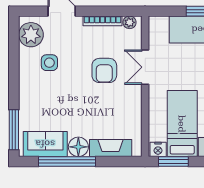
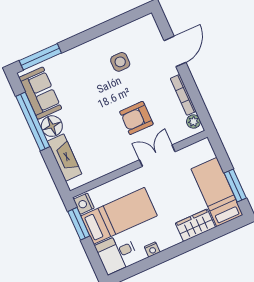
plant: (31, 35) -> (139, 32), removed

